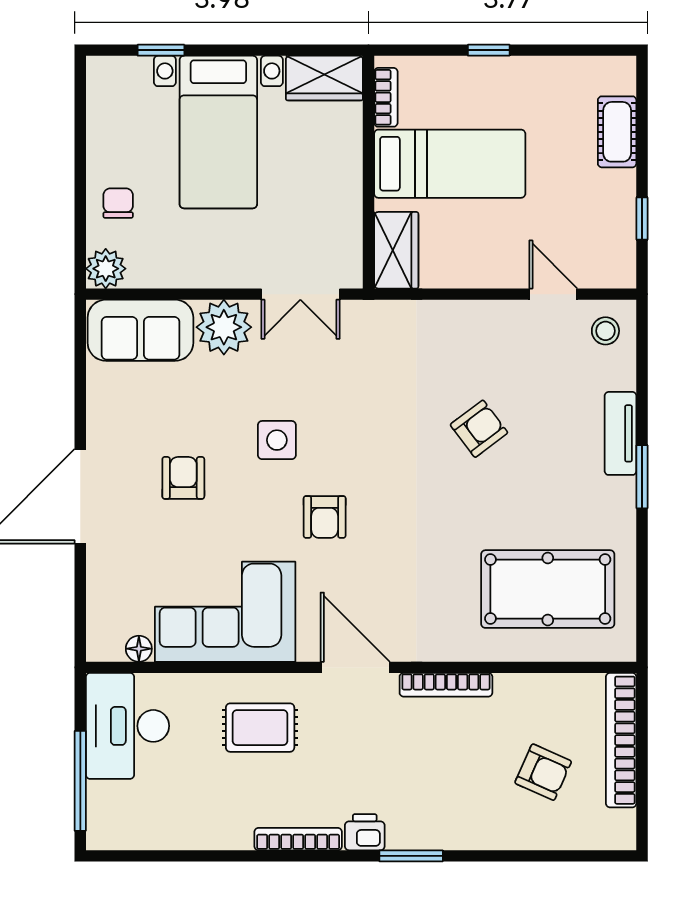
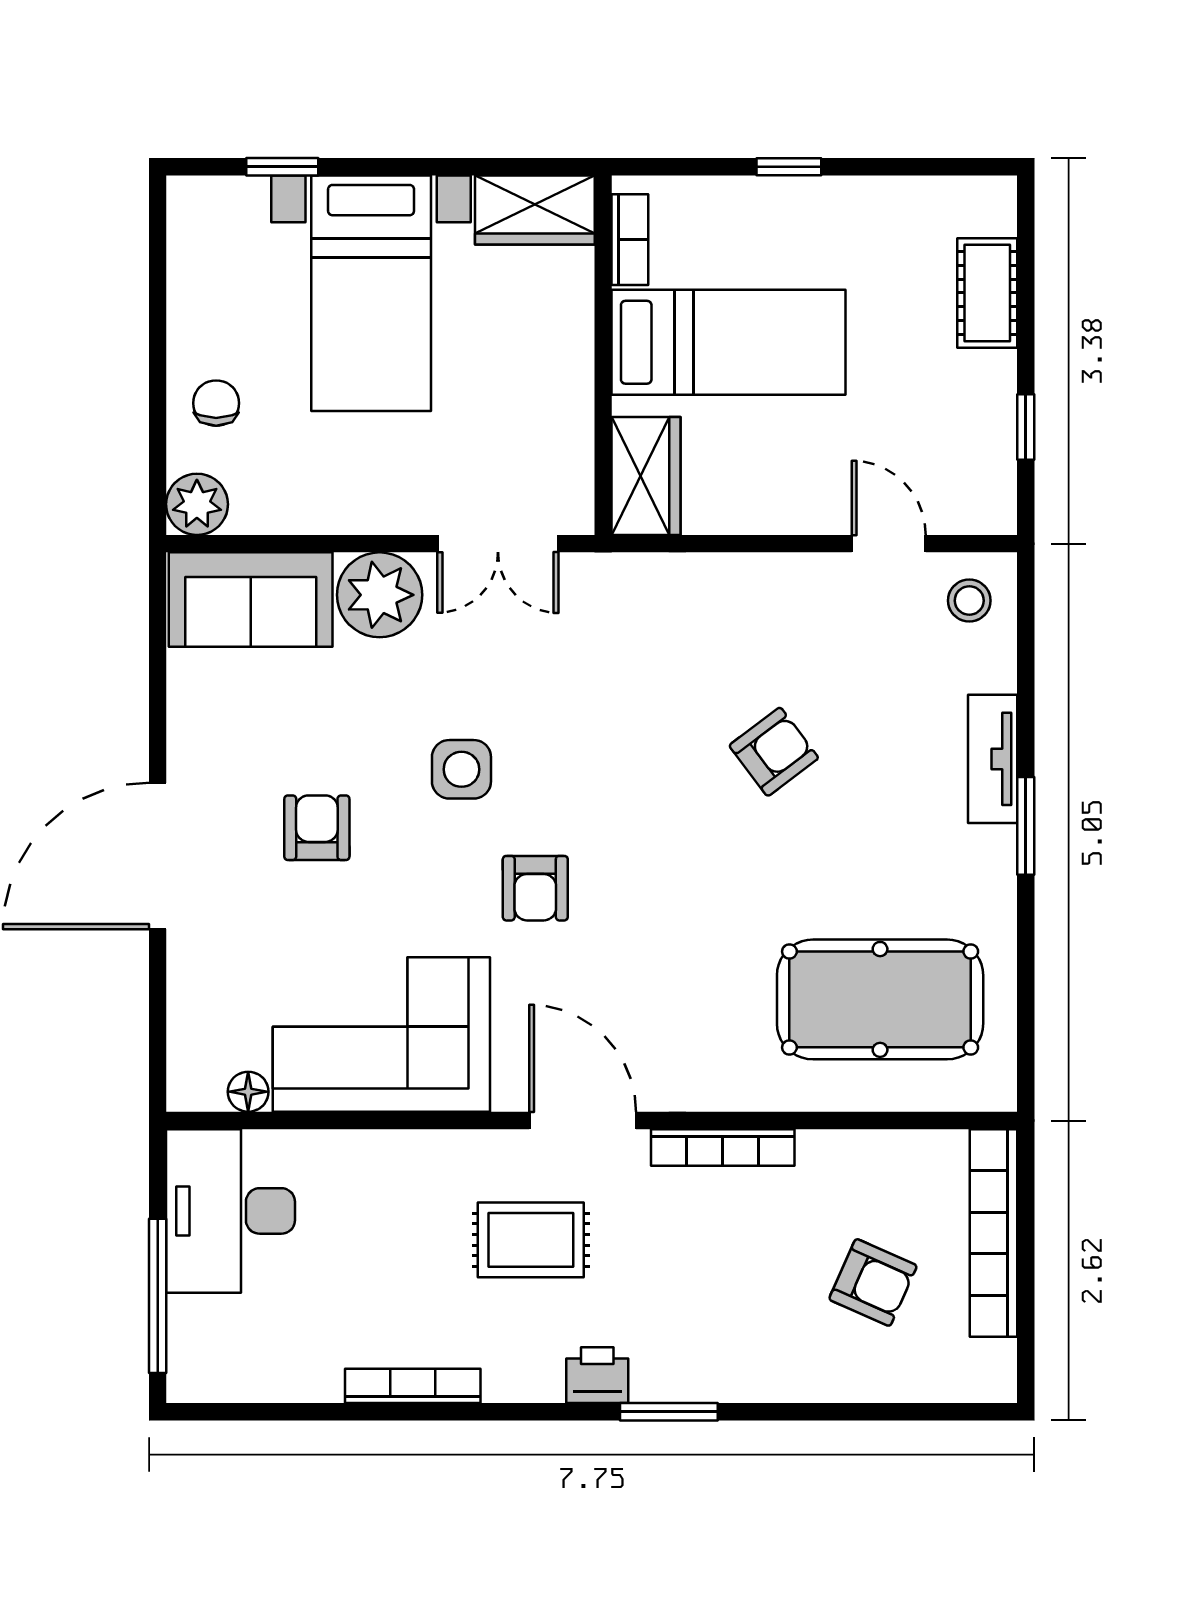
rug: (260, 728) -> (531, 1240), moved
bookcase: (298, 839) -> (413, 1386), moved

